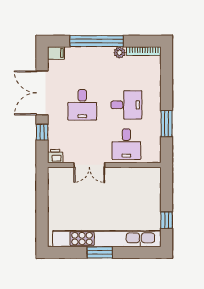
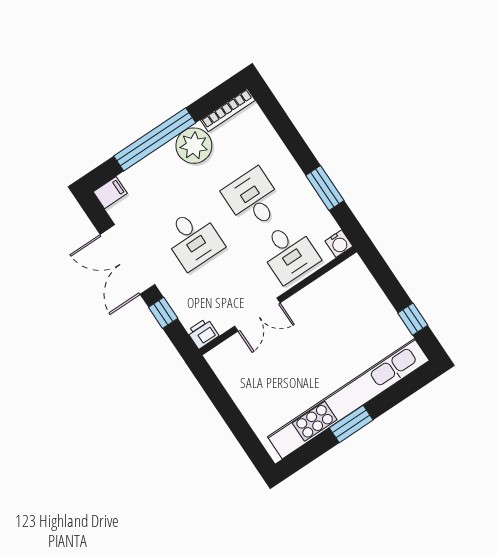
plant: (120, 53) -> (194, 146), width x1.87, depth x1.87
desk: (126, 105) -> (253, 199), turned -90
water cooler: (155, 157) -> (339, 244), added

